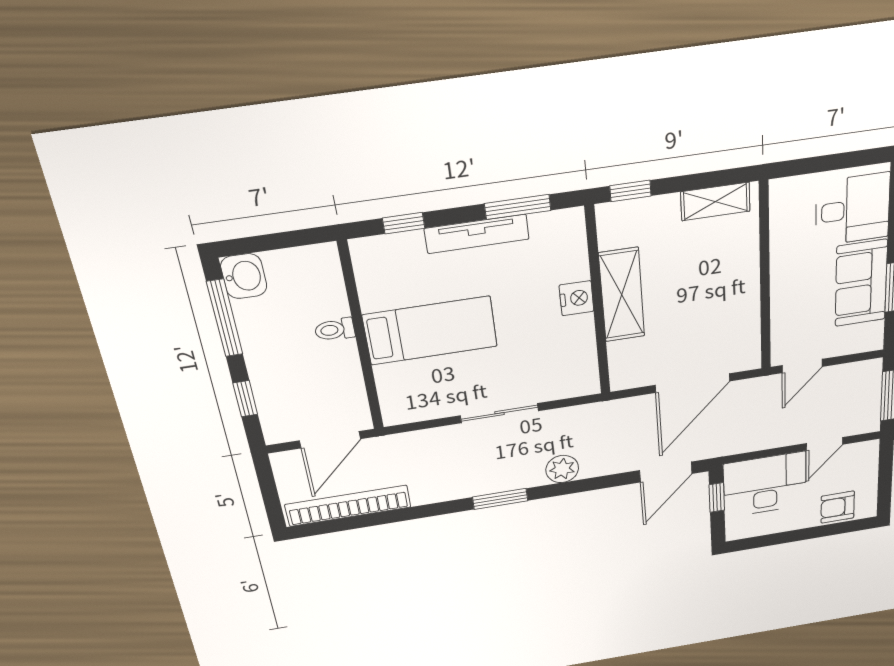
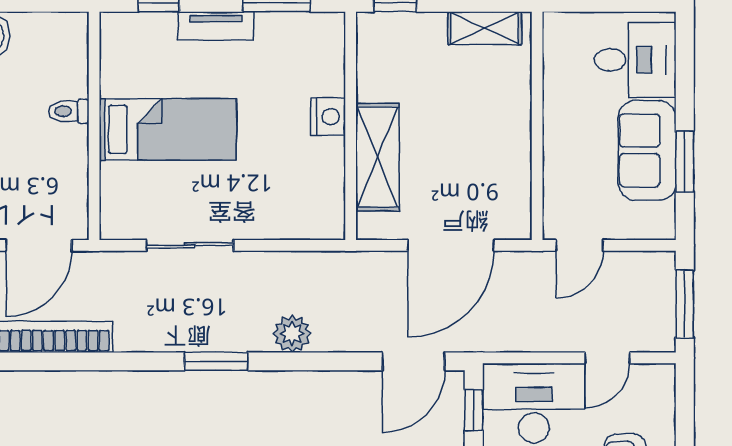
tv unit: (477, 234) -> (216, 26), width x0.71
shelving: (622, 295) -> (378, 157), moved
sliding door: (500, 413) -> (190, 245), moved

